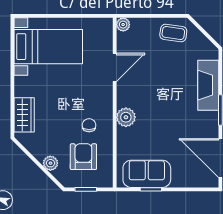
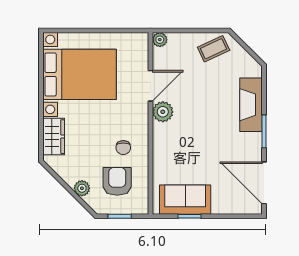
coffee table: (173, 33) -> (214, 49), turned -33
bed with nightstands: (48, 47) -> (79, 74), width x1.36
plant: (126, 117) -> (163, 112), moved
chair: (89, 125) -> (123, 148), turned 180

